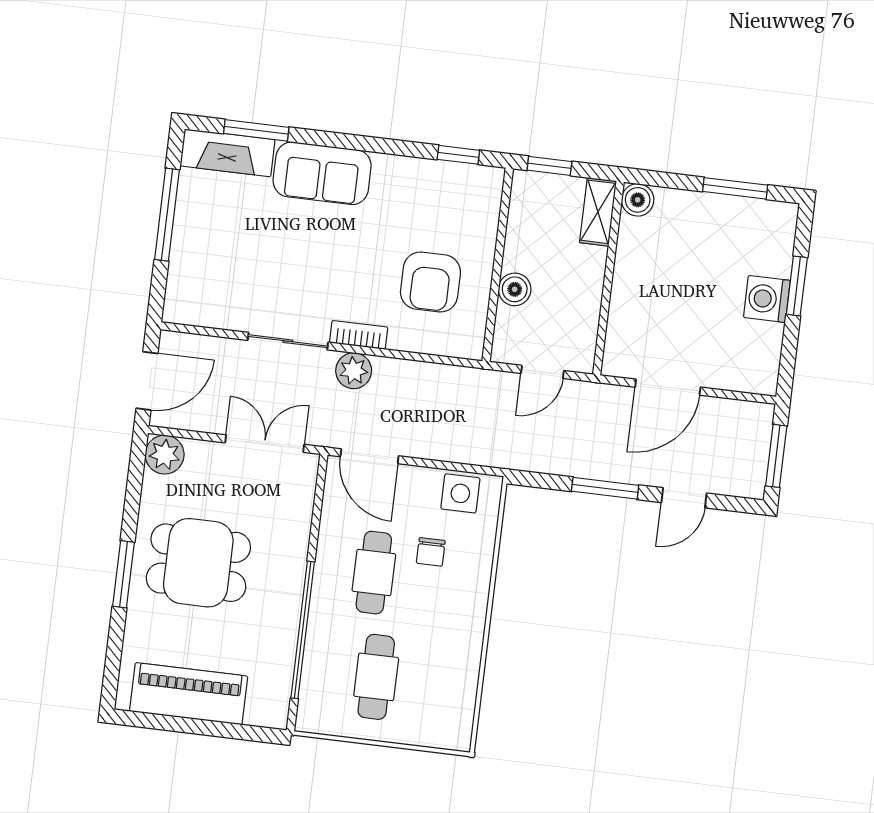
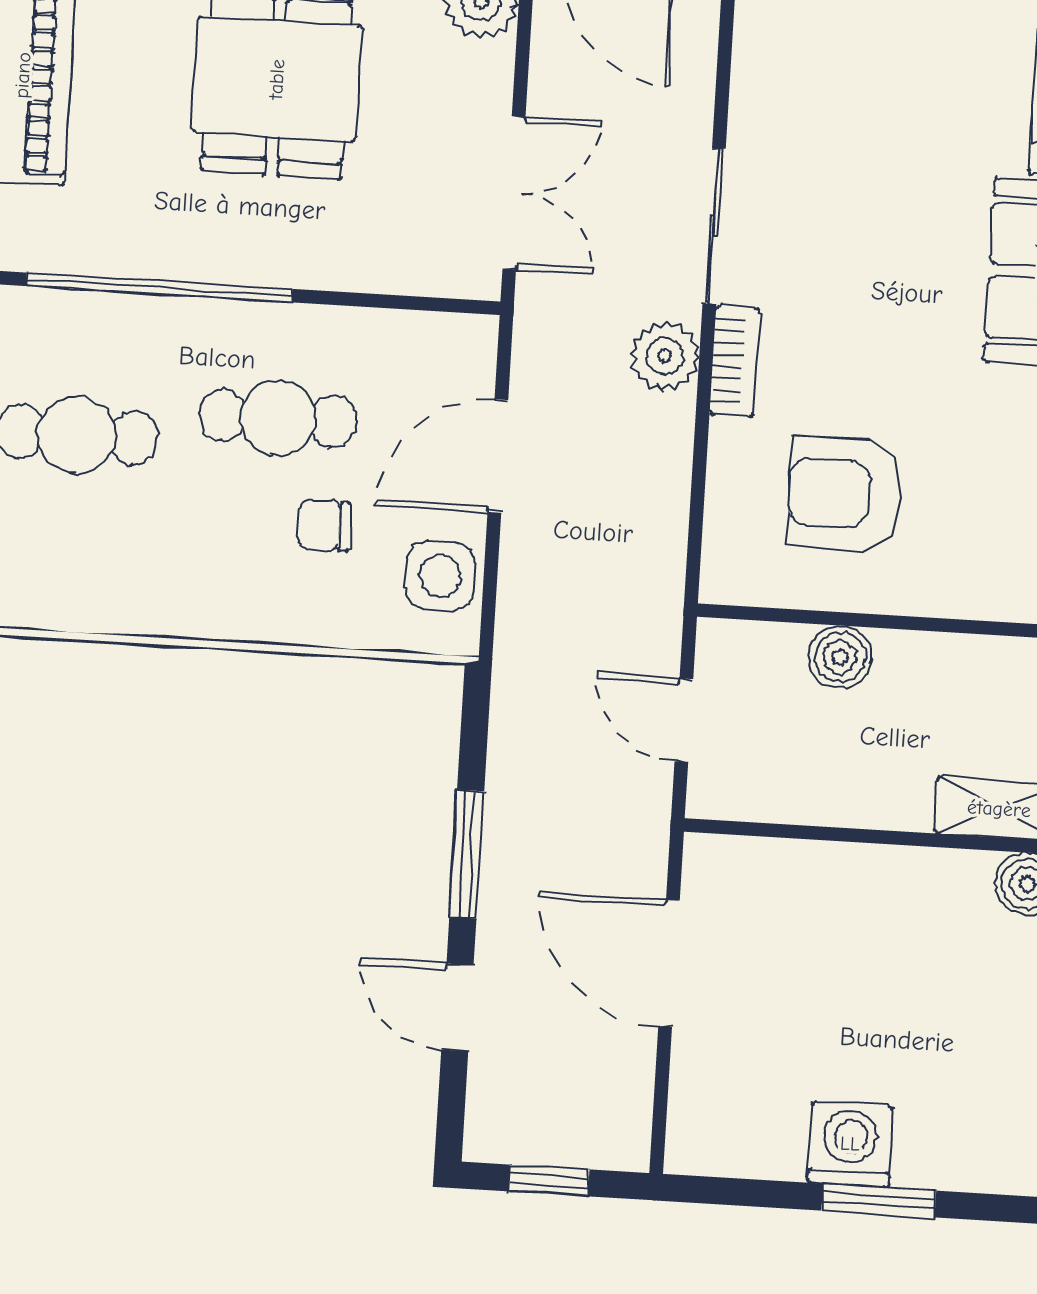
door: (370, 456) -> (498, 456), moved
window: (776, 456) -> (549, 1180), width x0.67

